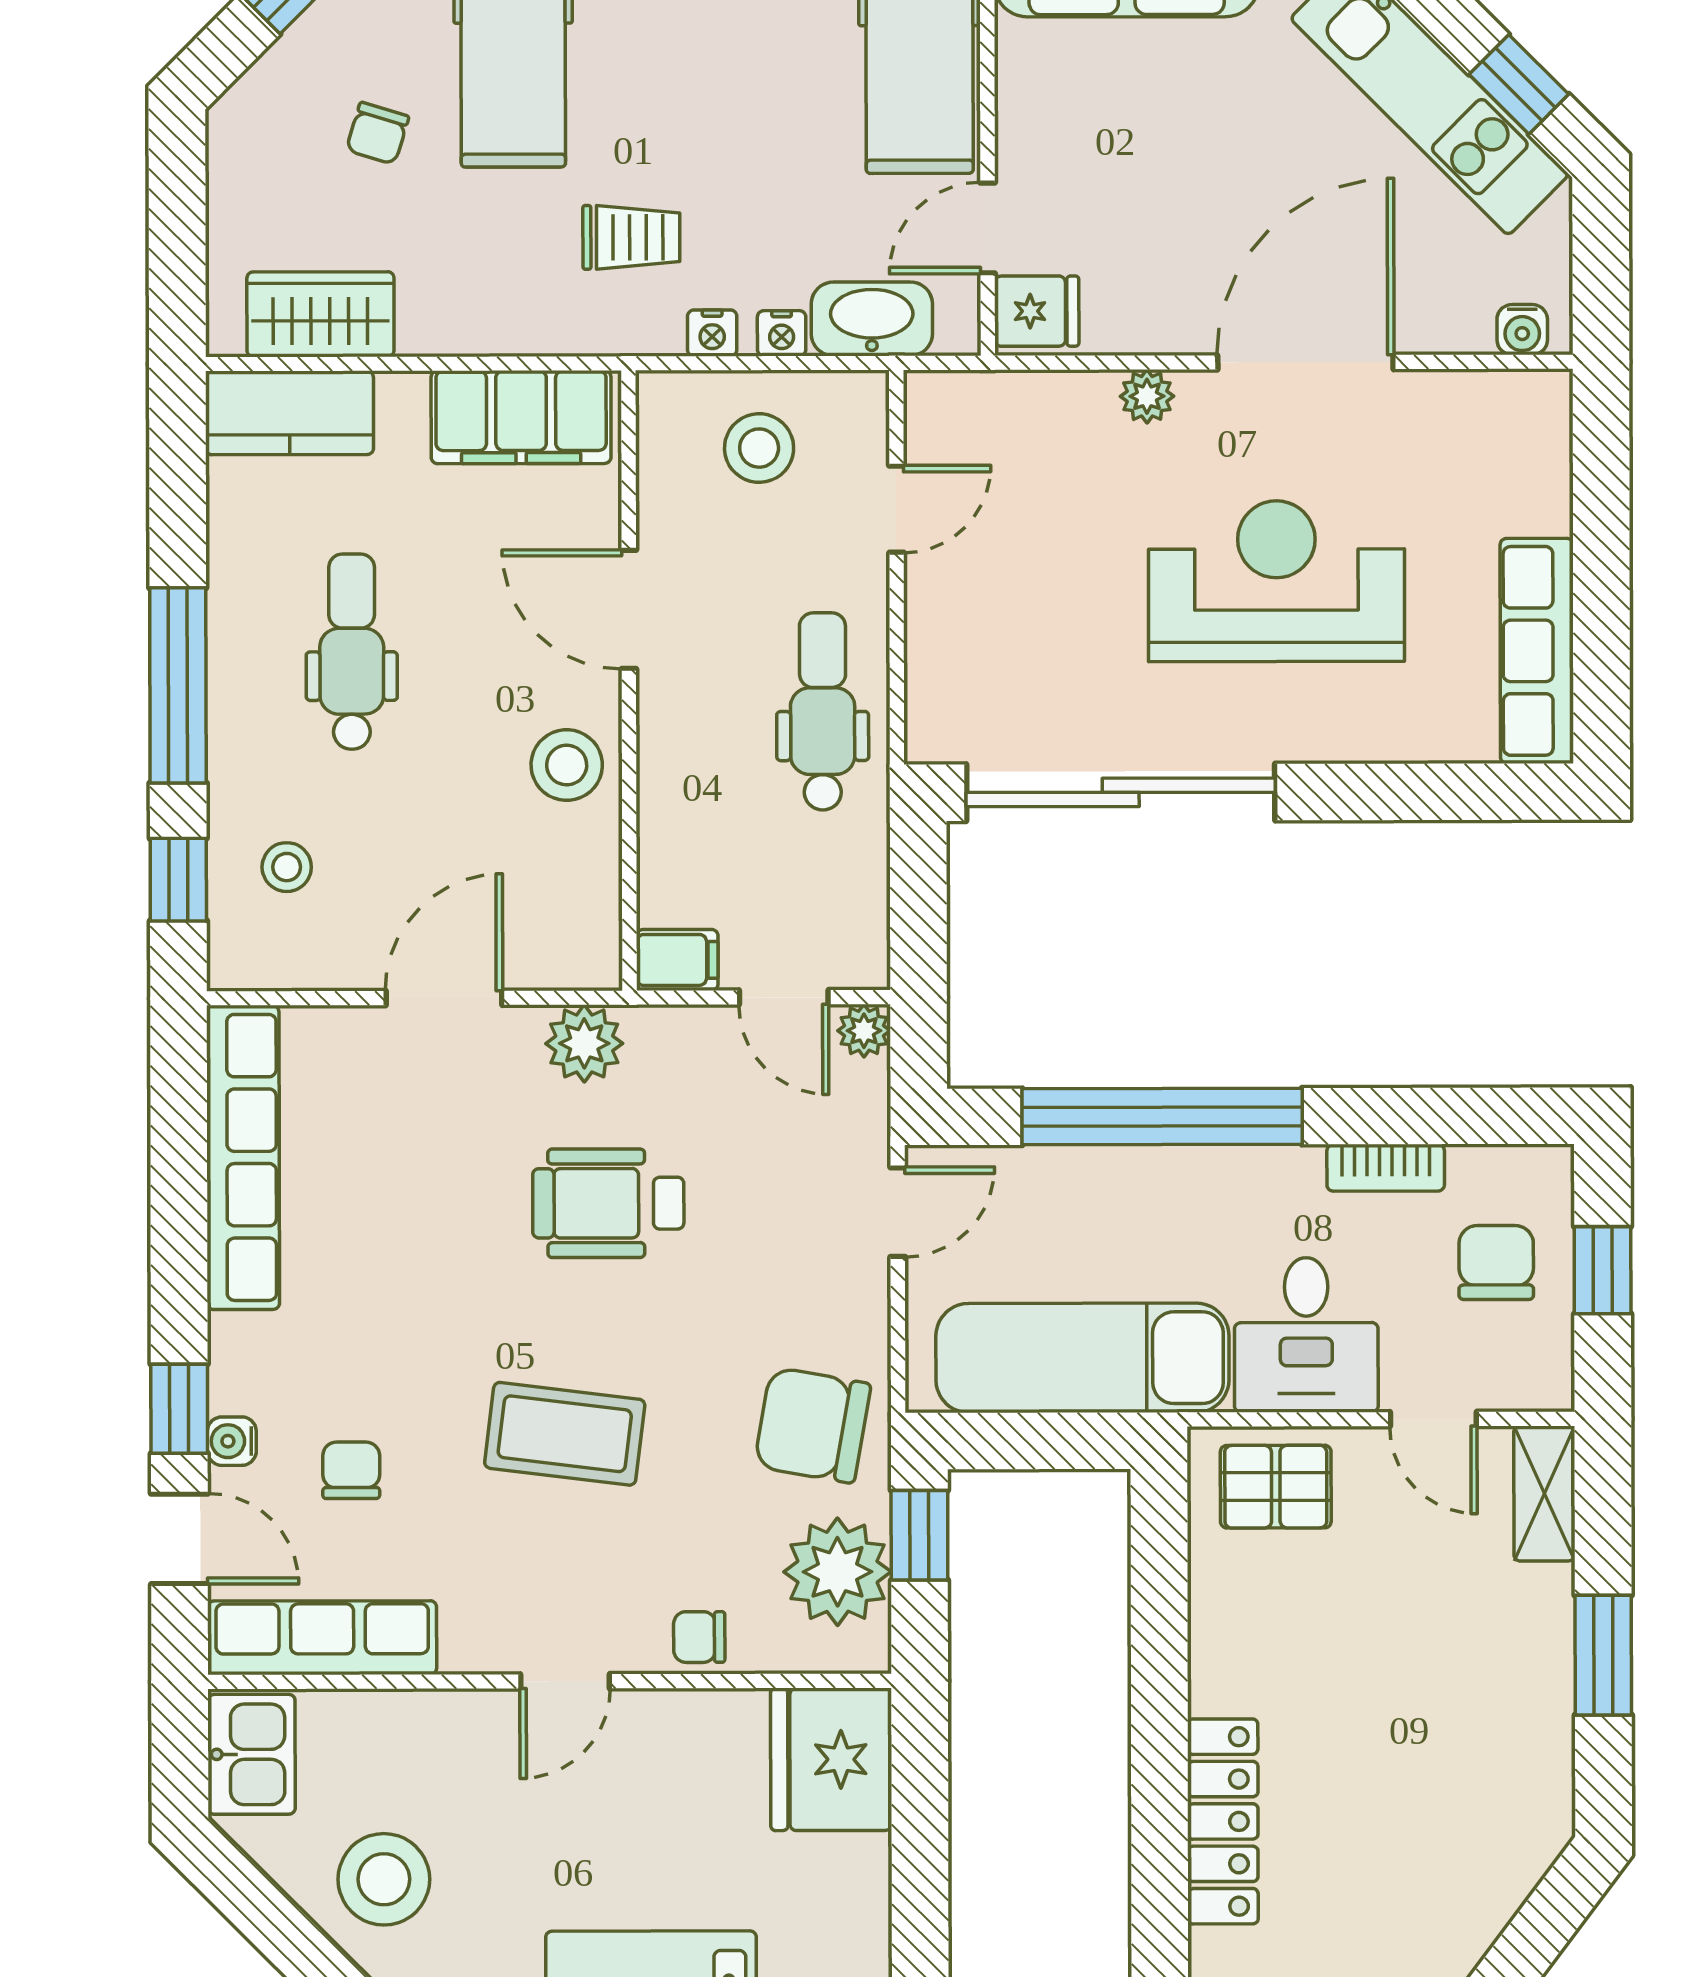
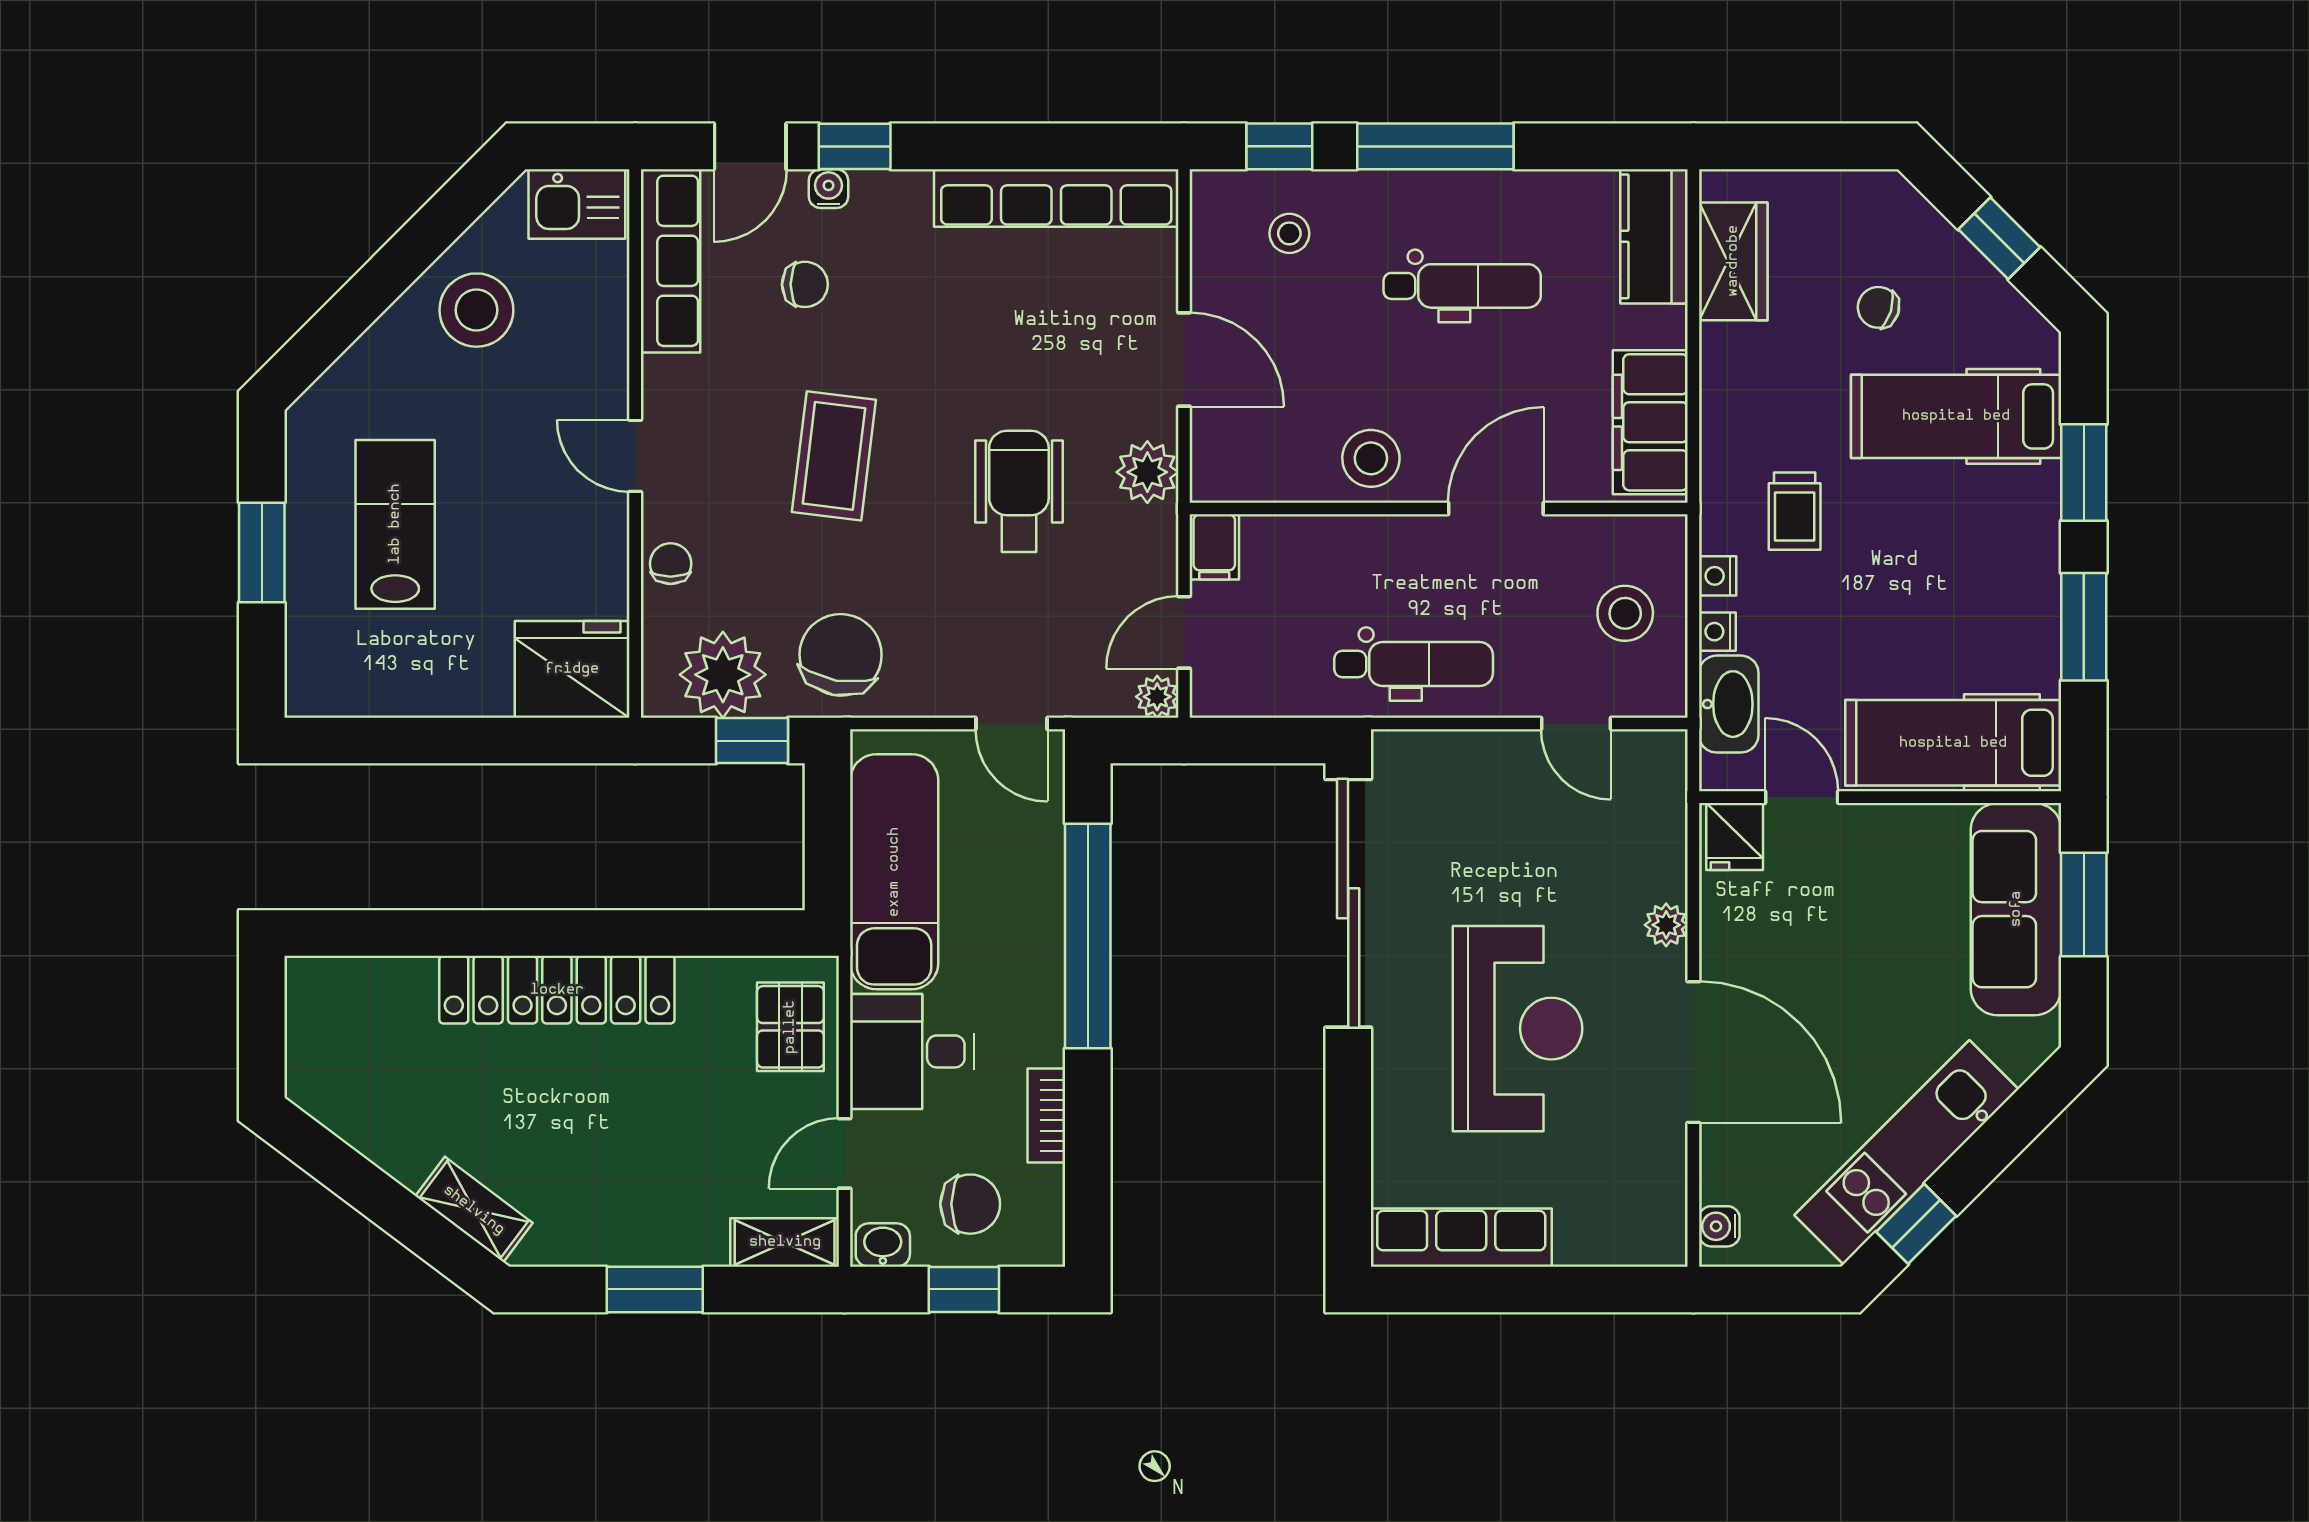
washbasin: (1547, 1371) -> (883, 1245), added
locker: (1223, 1821) -> (557, 990), width x1.41, depth x1.21
shelving: (1504, 1880) -> (474, 1210), added

